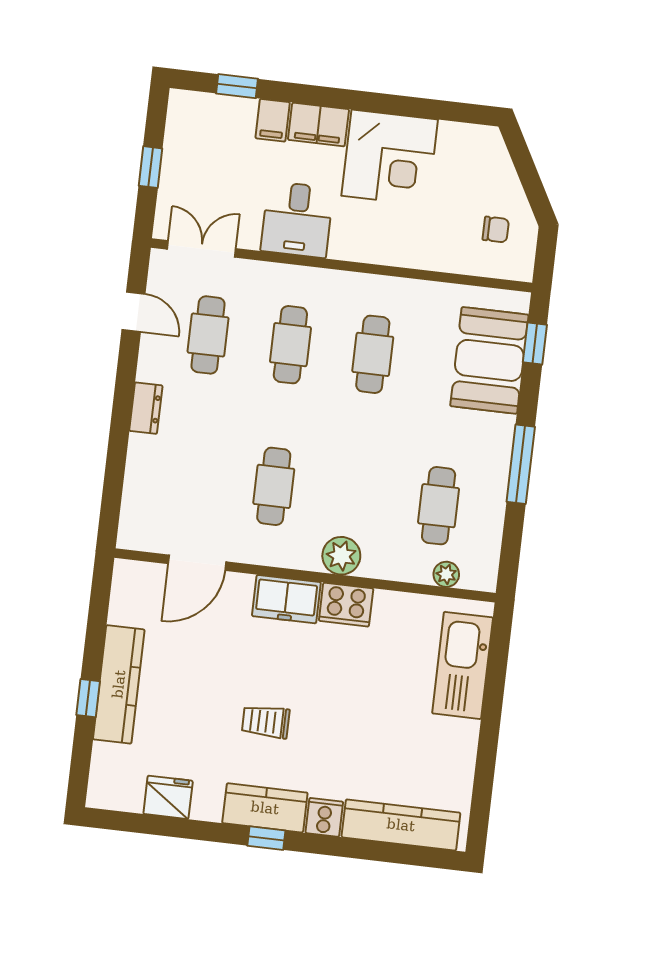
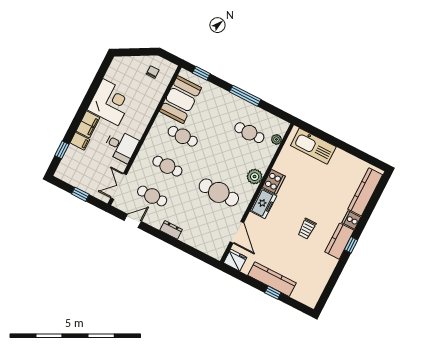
booth: (489, 360) -> (180, 100), moved, turned 90
cafe table: (274, 486) -> (219, 192), width x1.37, depth x1.35
fridge: (168, 797) -> (235, 260), moved, turned 90

